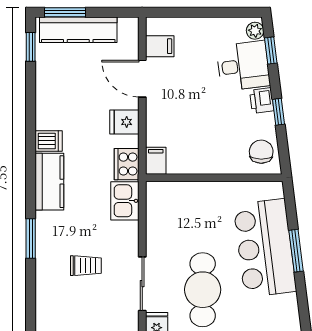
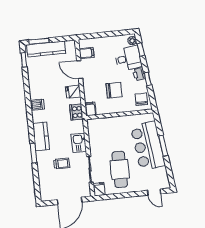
chair: (208, 128) -> (114, 90), added
kitchen counter: (49, 182) -> (41, 136), moved
kitchen sink: (125, 201) -> (79, 143), moved

